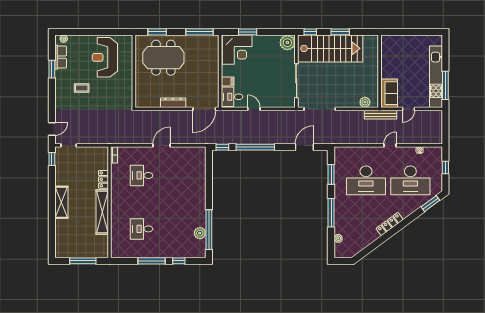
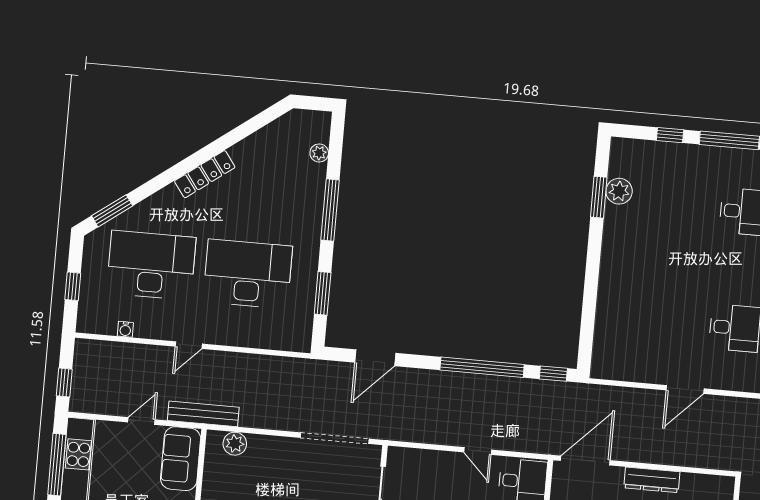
window: (445, 123) -> (64, 383), added
window: (209, 230) -> (599, 197), width x0.47

